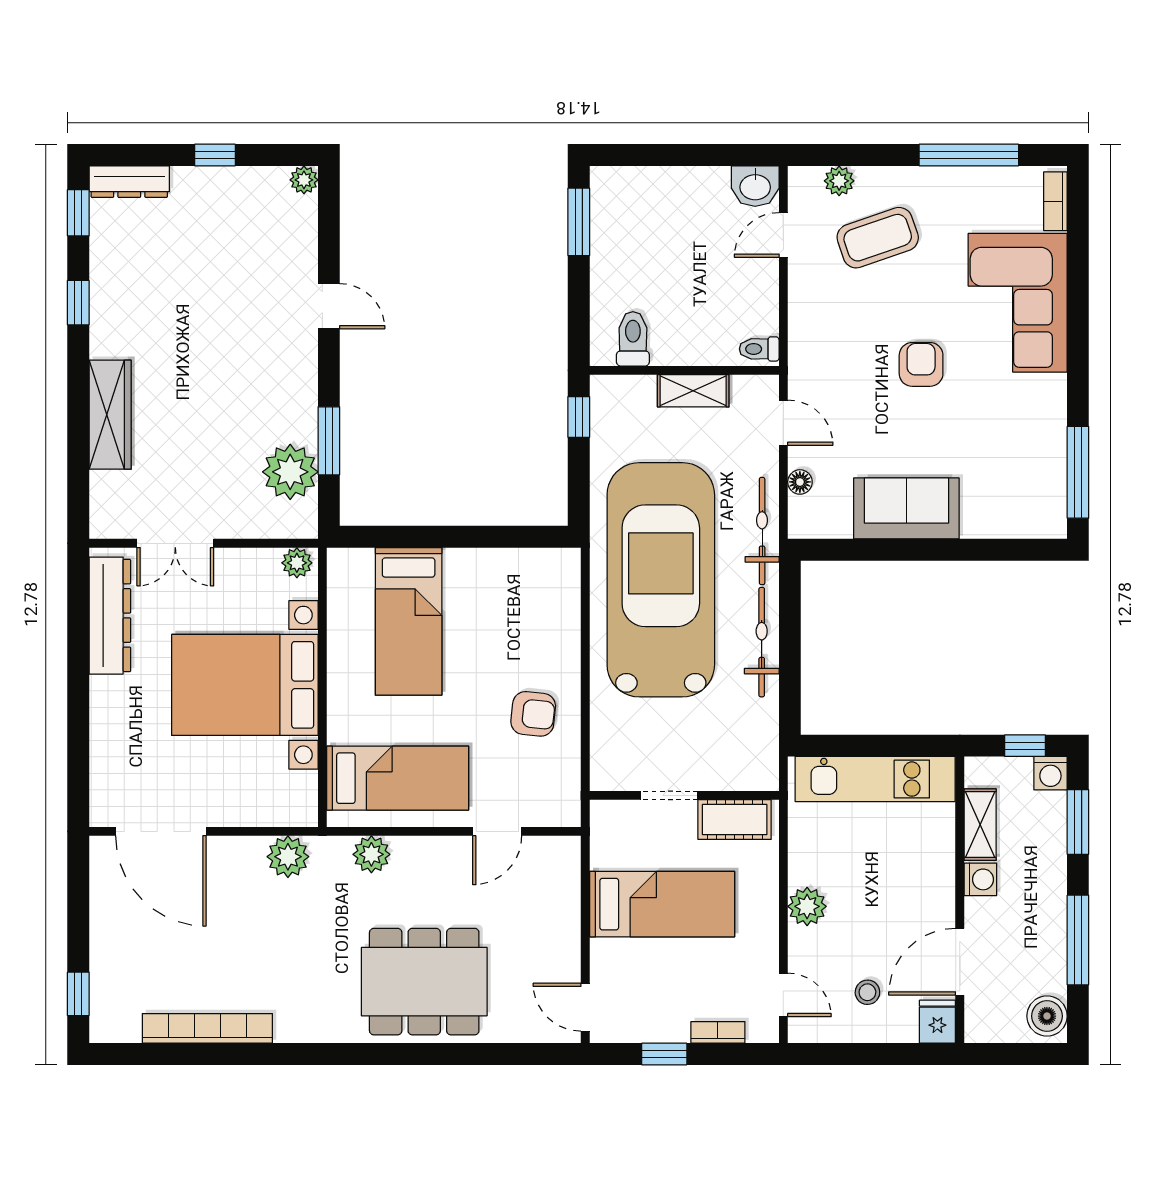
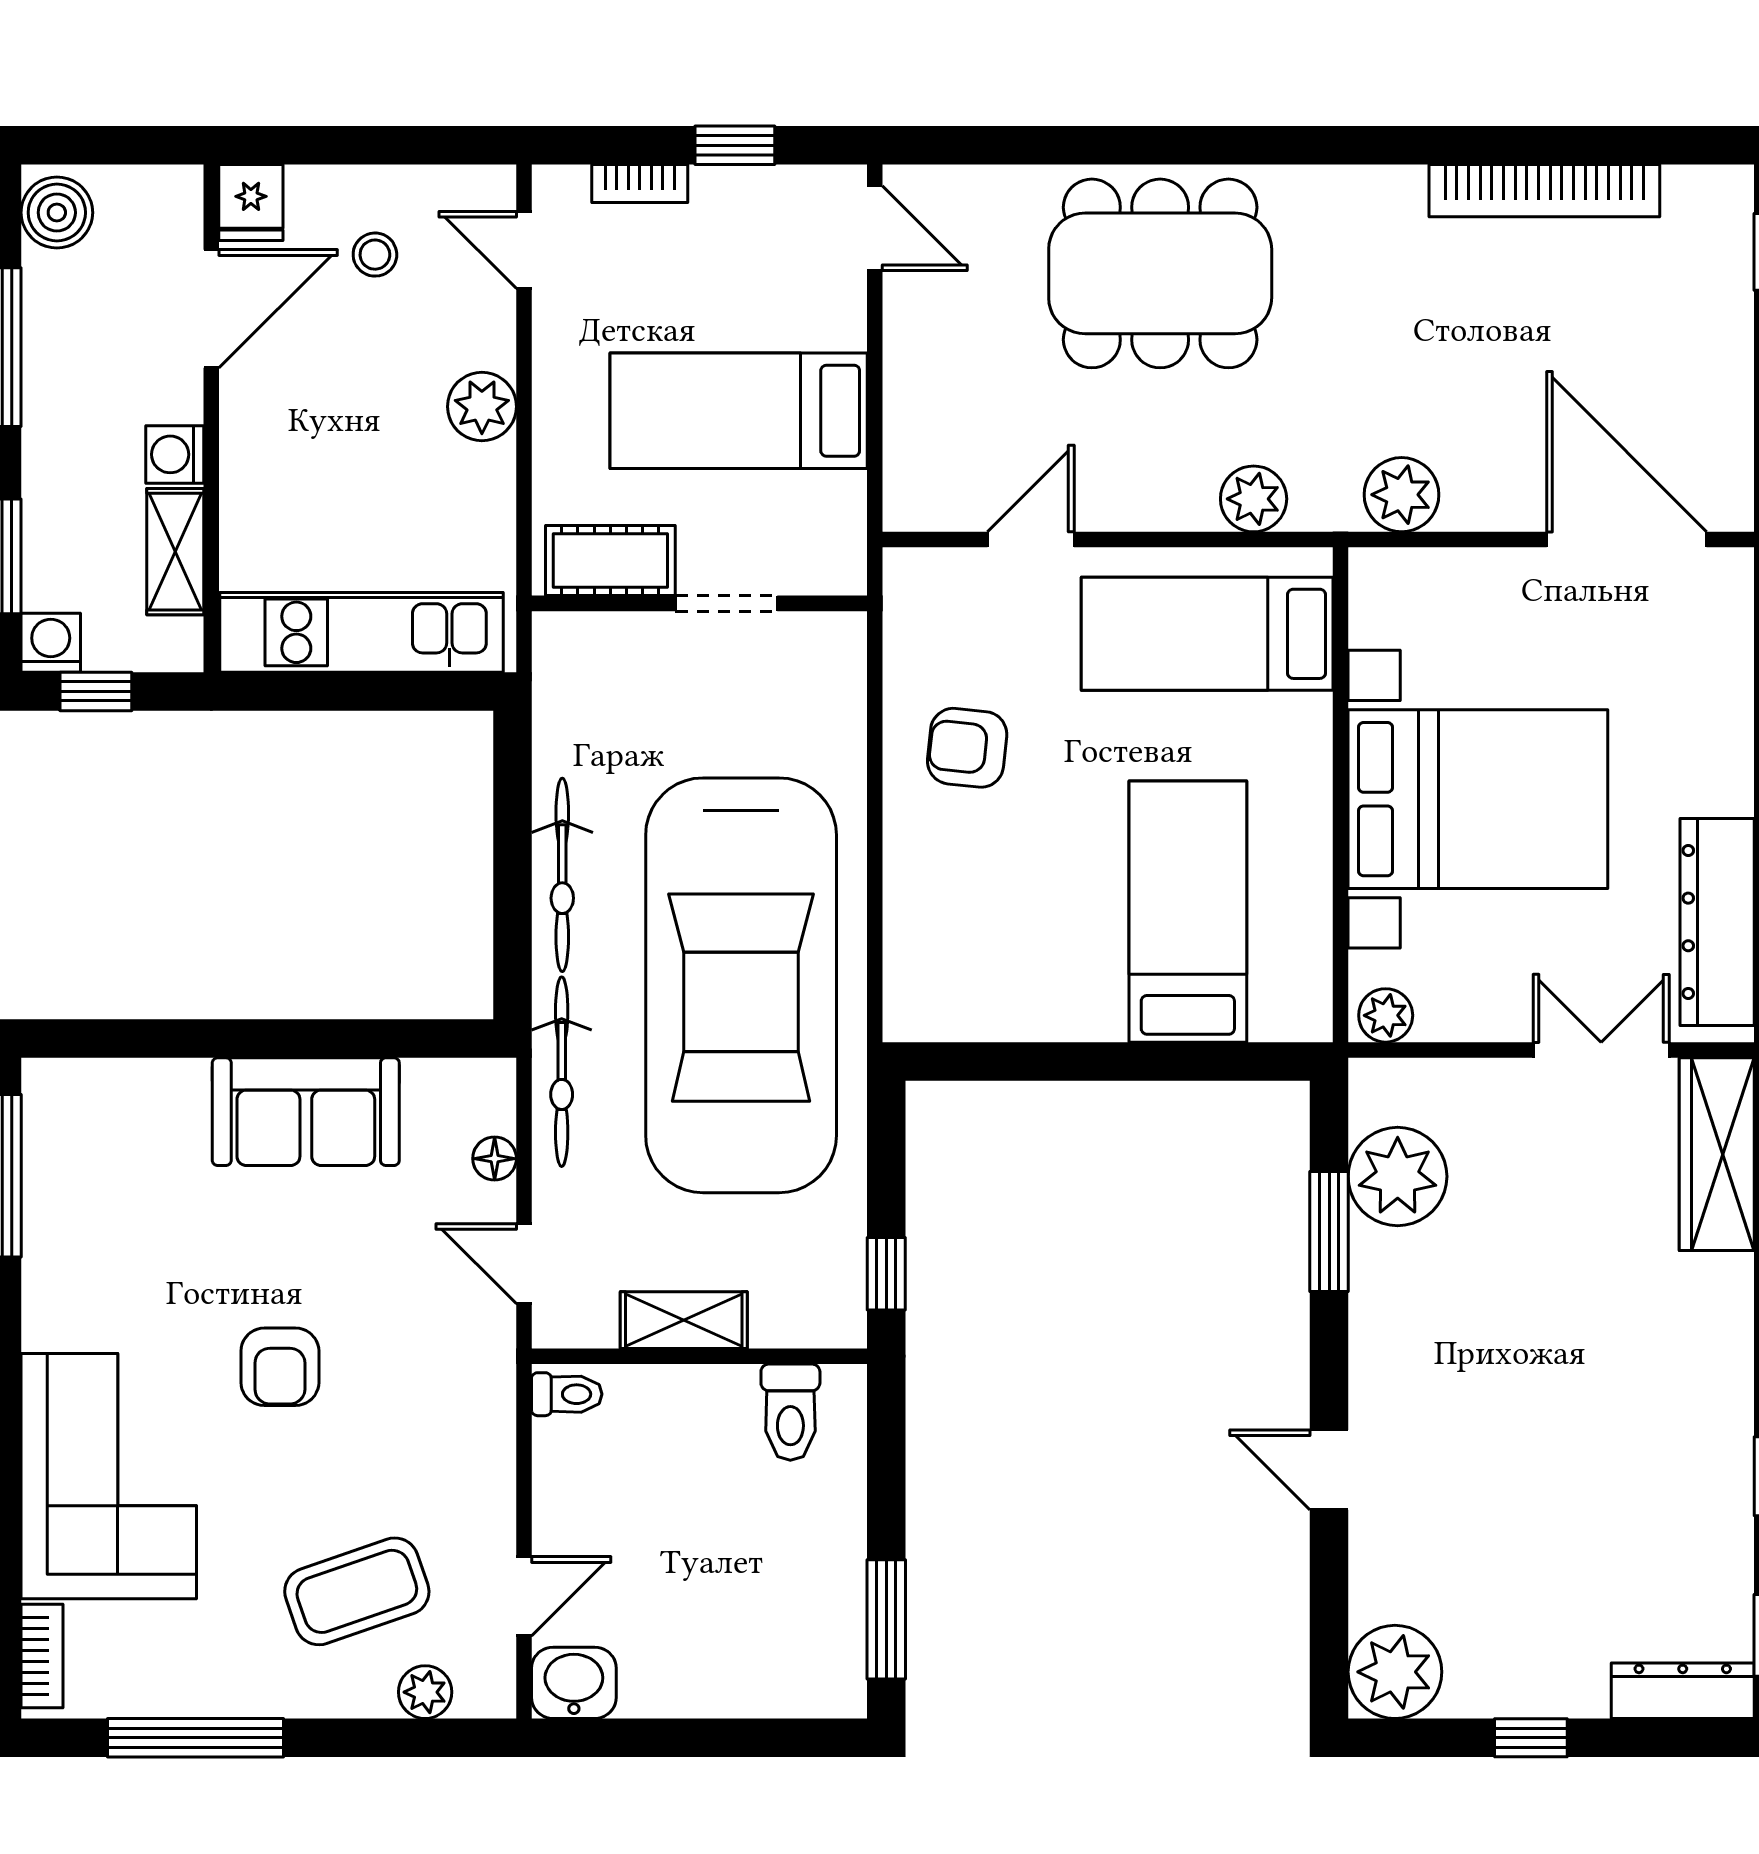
plant: (304, 180) -> (1395, 1672), width x1.87, depth x1.87
wardrobe: (110, 415) -> (1717, 1154), moved

